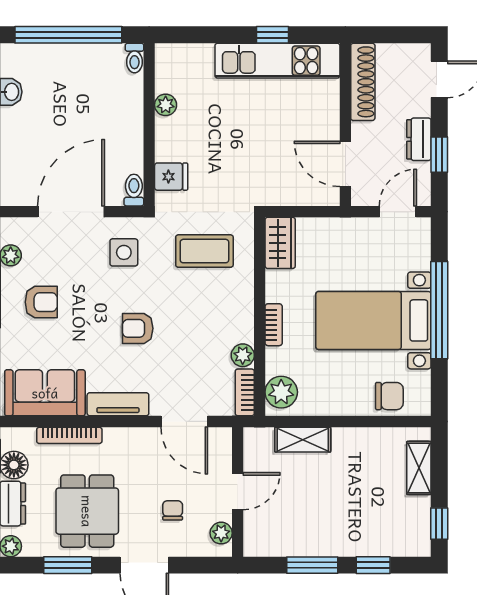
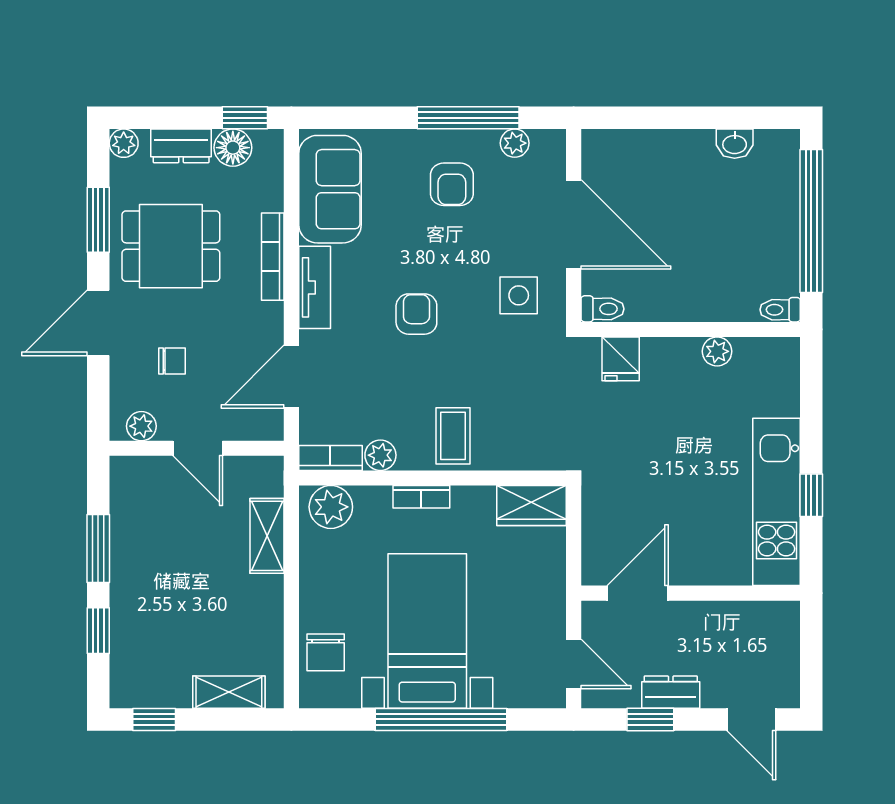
shoe rack: (363, 82) -> (748, 617), removed
coffee table: (204, 251) -> (453, 436), moved, width x0.73, depth x0.77
bookcase: (69, 435) -> (273, 257), moved

